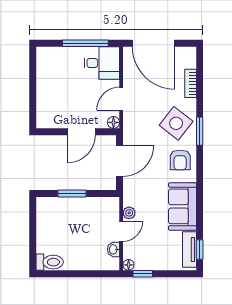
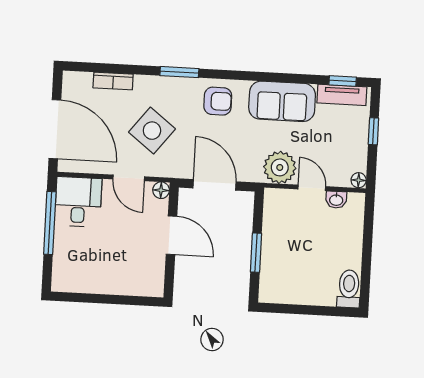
door: (153, 43) -> (55, 129), hinge flipped
side table: (176, 123) -> (152, 131), moved
plant: (129, 213) -> (280, 167), width x1.87, depth x1.87
window: (143, 274) -> (373, 131), moved

